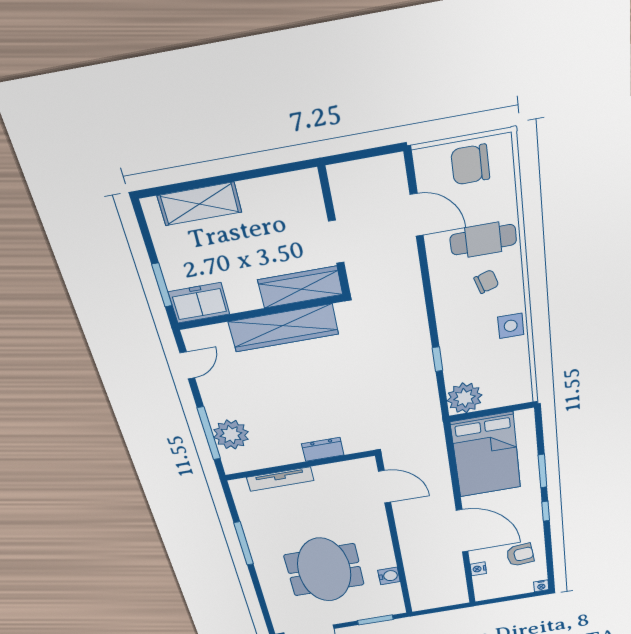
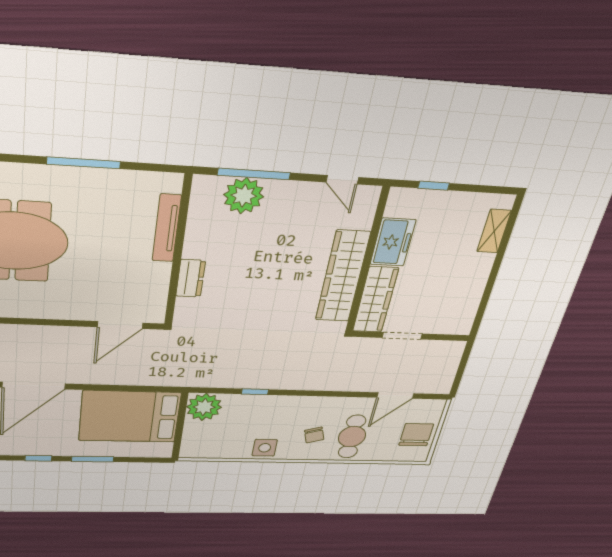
shelving: (200, 204) -> (494, 231), width x0.67, depth x0.75
window: (162, 285) -> (434, 186), width x0.67
freezer: (199, 303) -> (393, 242), moved

